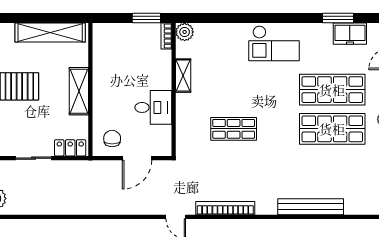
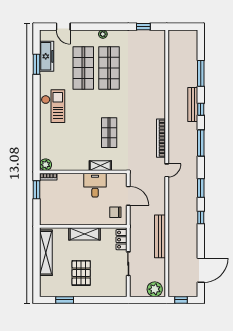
freezer: (350, 34) -> (47, 56), width x1.40
shelving: (183, 76) -> (100, 166), moved
bench: (311, 207) -> (160, 236), moved

